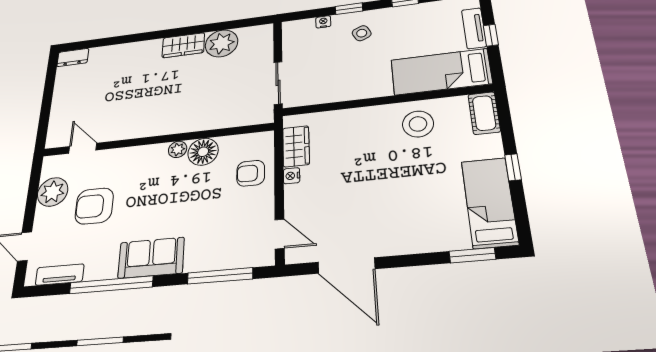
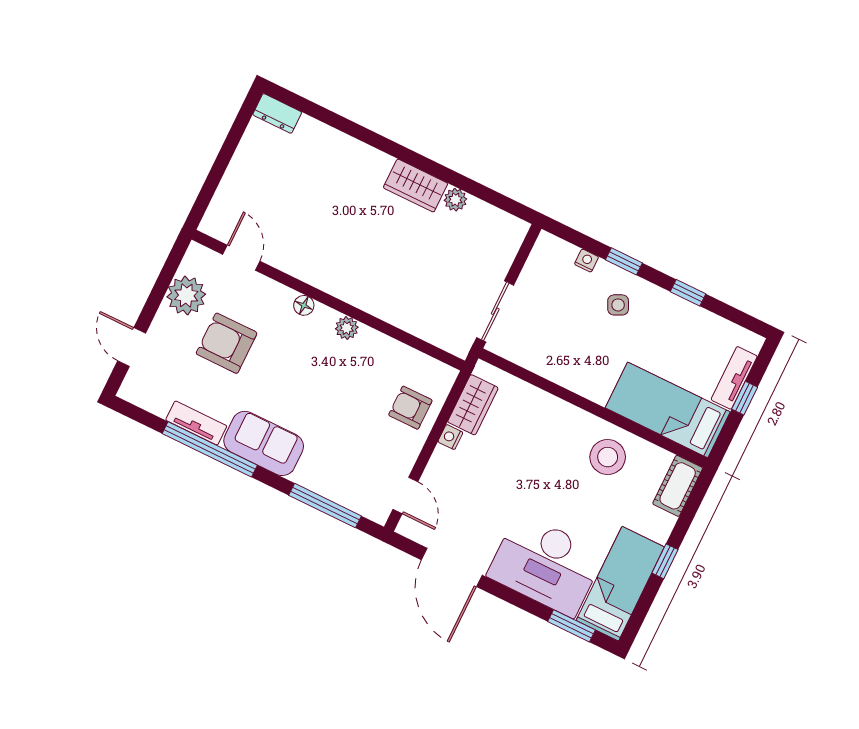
plant: (222, 43) -> (455, 200), width x0.53, depth x0.53
floor lamp: (203, 152) -> (304, 305), moved, width x0.53, depth x0.53
desk: (421, 222) -> (546, 565), added
tv unit: (60, 275) -> (196, 423), moved

